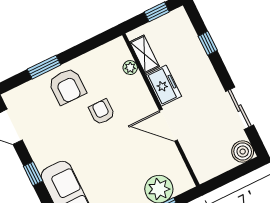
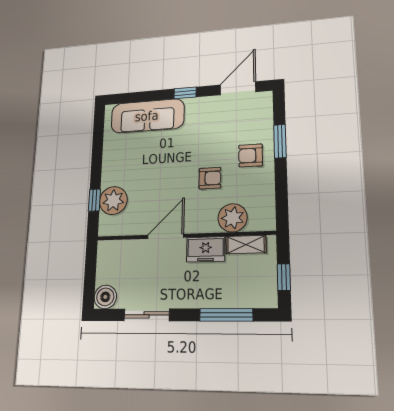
window: (208, 43) -> (226, 315), width x2.17
plant: (130, 68) -> (233, 218), width x1.88, depth x1.88
armchair: (67, 86) -> (251, 155), width x0.72, depth x0.72

